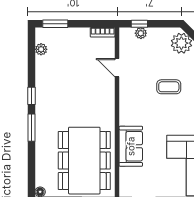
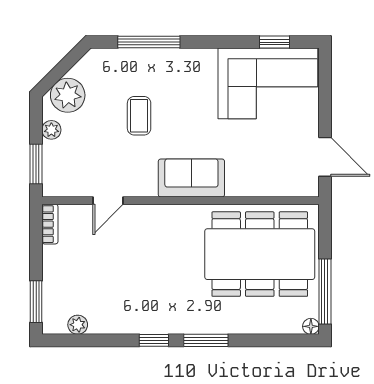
window: (139, 24) -> (36, 164), width x1.50
plant: (141, 33) -> (51, 130), moved
sofa: (131, 146) -> (191, 178), moved

